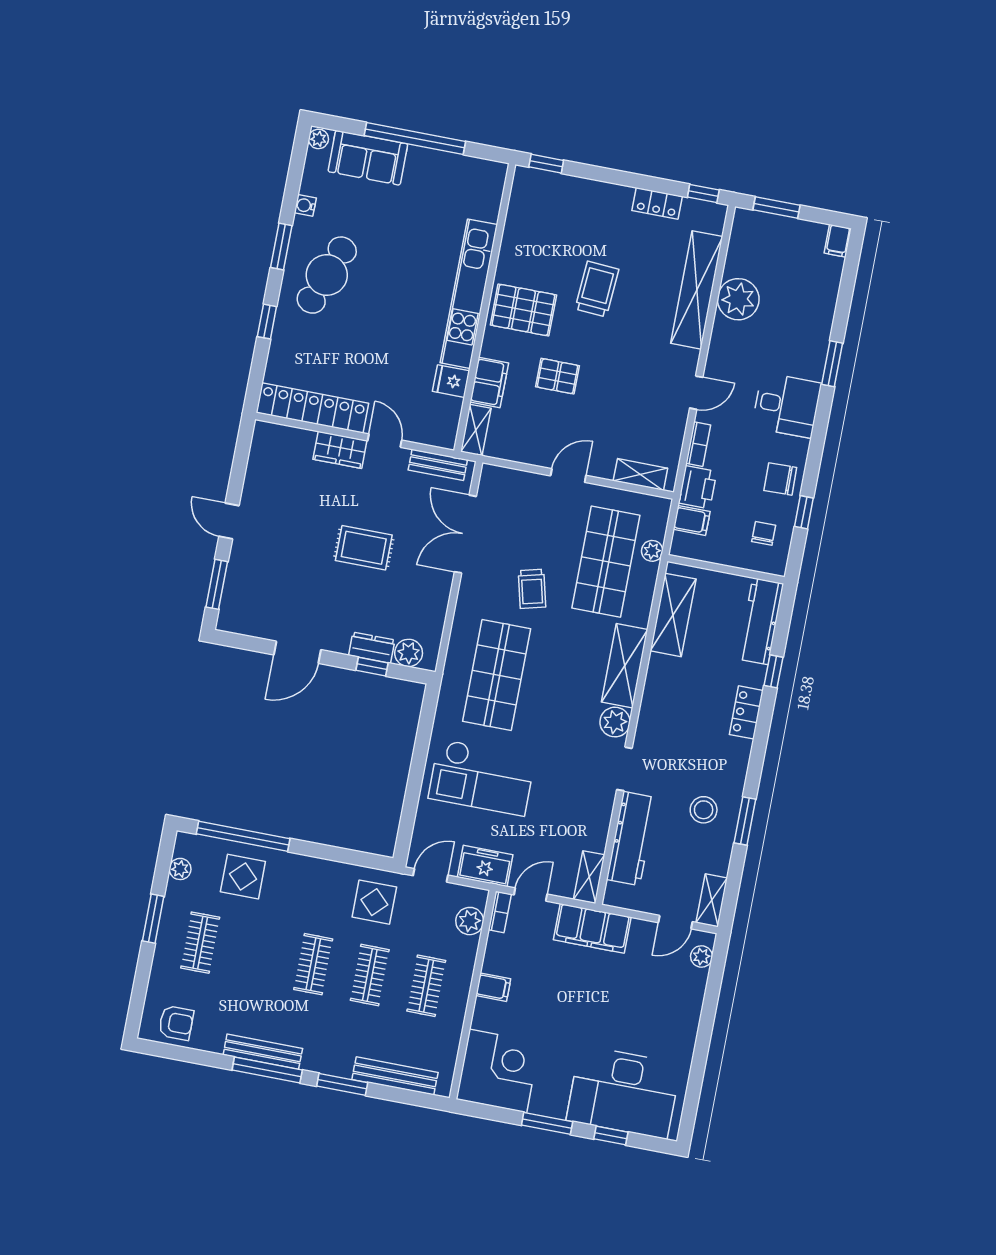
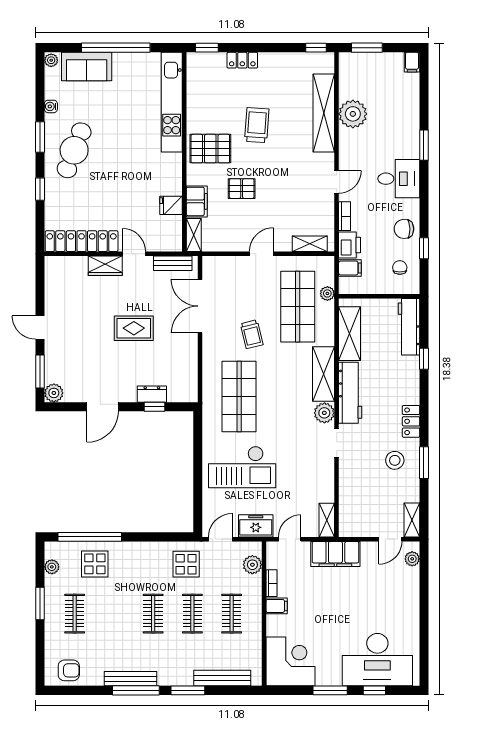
locker: (657, 203) -> (242, 60), moved
kitchen unit: (469, 294) -> (172, 102), moved
plant: (409, 653) -> (54, 393), moved
locker: (746, 712) -> (411, 421), moved
workbench: (631, 839) -> (350, 393), moved
bookcase: (500, 912) -> (271, 583), moved

